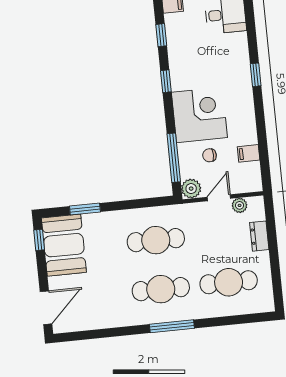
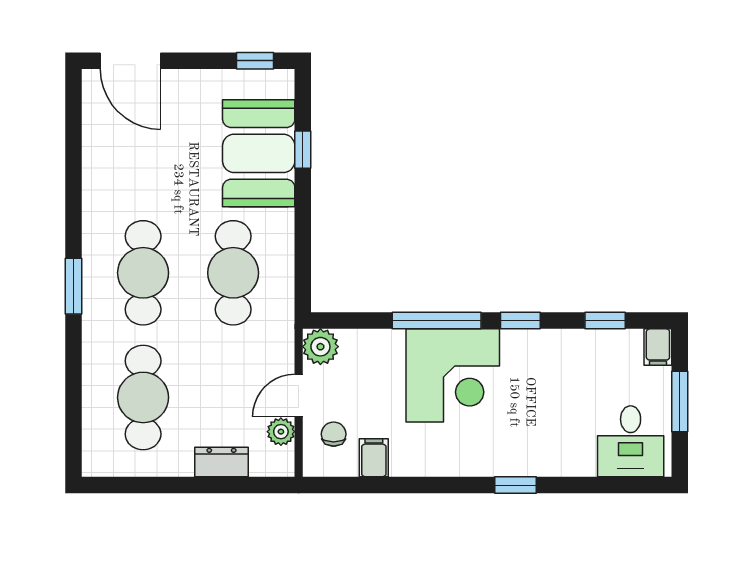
chair: (209, 155) -> (334, 434), moved
window: (174, 158) -> (437, 321), moved
door: (219, 198) -> (299, 396), swing flipped
window: (85, 209) -> (303, 150), width x0.67
booth: (64, 245) -> (259, 153), moved, turned 90
window: (172, 326) -> (73, 286), width x0.69

